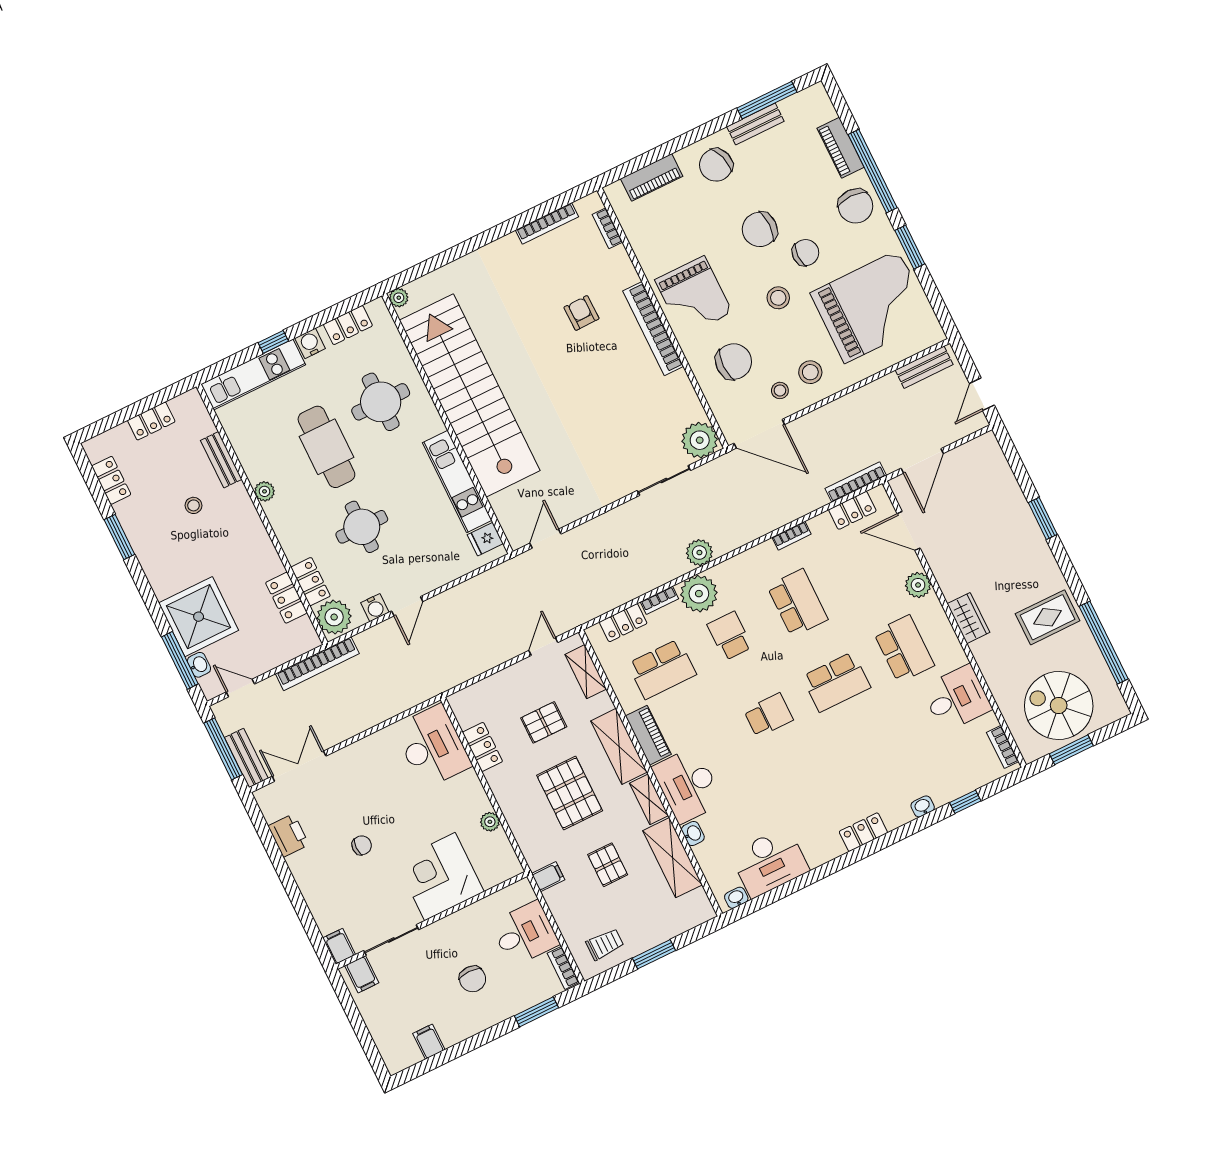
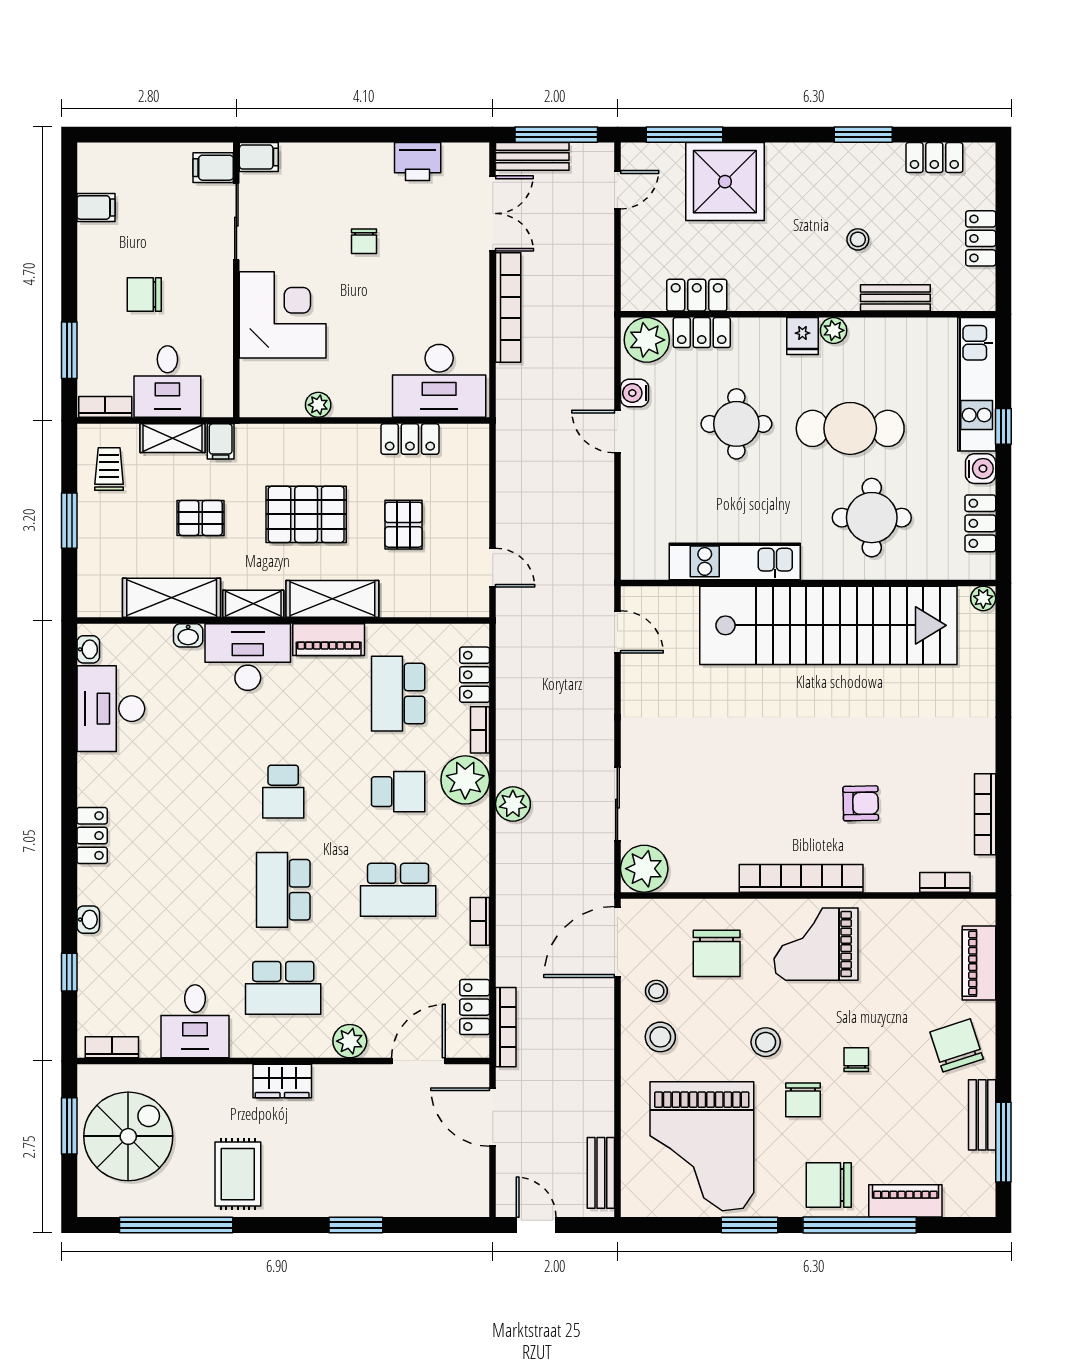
chair: (760, 229) -> (856, 1060), width x0.54, depth x0.54
fridge: (485, 539) -> (802, 336), moved, turned 180
bookcase: (317, 664) -> (508, 307), moved, turned 180
washbasin: (199, 665) -> (668, 155), removed
shelving: (586, 672) -> (172, 438), moved
trolley: (605, 944) -> (109, 469), turned 180

